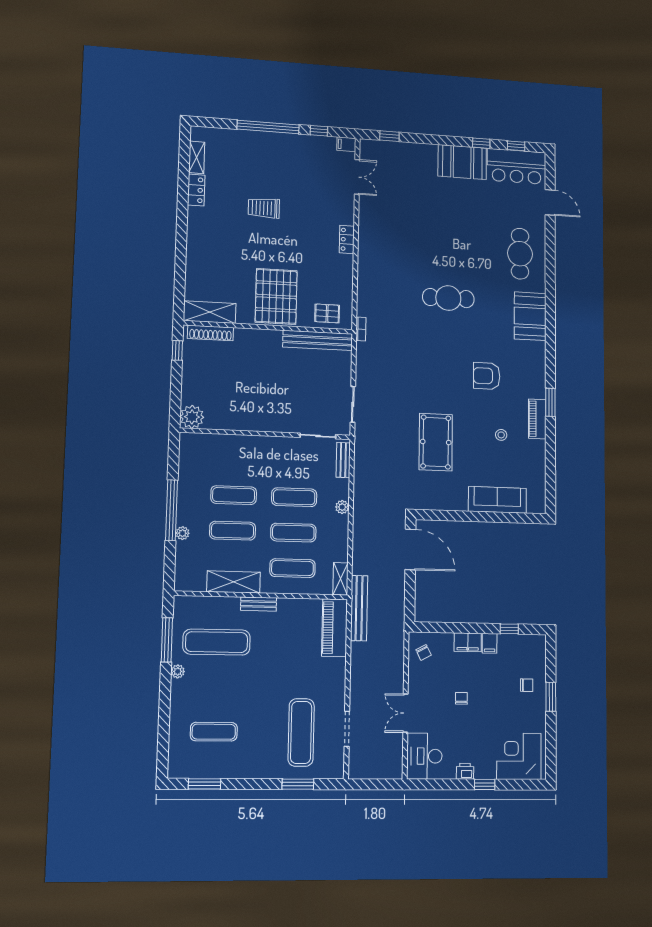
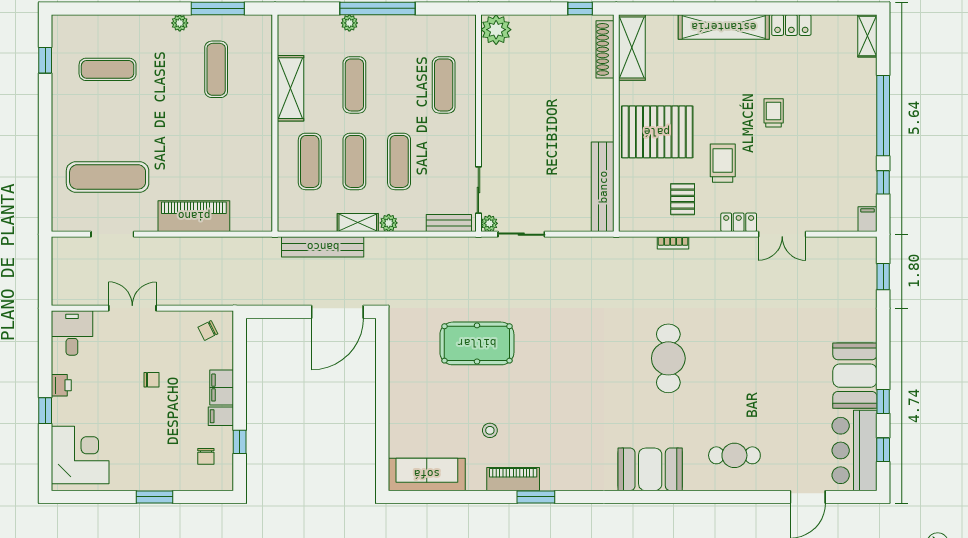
shelving: (197, 157) -> (867, 36), moved, turned 90
double door: (357, 177) -> (782, 234), moved
trolley: (264, 208) -> (774, 113), width x0.73, depth x0.72
shelving: (196, 241) -> (724, 27), added
trolley: (301, 249) -> (723, 163), added
cafe table: (520, 254) -> (734, 455), width x0.73, depth x0.74
pallet: (327, 313) -> (683, 199), moved
bookcase: (361, 329) -> (673, 243), moved
armchair: (487, 376) -> (567, 411), removed
plant: (344, 429) -> (489, 223), added
exercise mat: (234, 495) -> (444, 85), moved
sofa: (497, 500) -> (427, 474), moved, turned -90
shelving: (340, 579) -> (358, 223), moved
bench: (259, 604) -> (264, 120), removed
bench: (359, 608) -> (323, 247), moved
piano: (335, 628) -> (194, 216), moved
exercise mat: (217, 642) -> (216, 69), width x0.73, depth x0.69
chair: (527, 685) -> (206, 456), moved
exercise mat: (214, 732) -> (108, 69), turned 90
desk: (424, 756) -> (72, 333), width x0.73
window: (205, 784) -> (45, 60), width x0.67
window: (298, 784) -> (45, 175), removed

